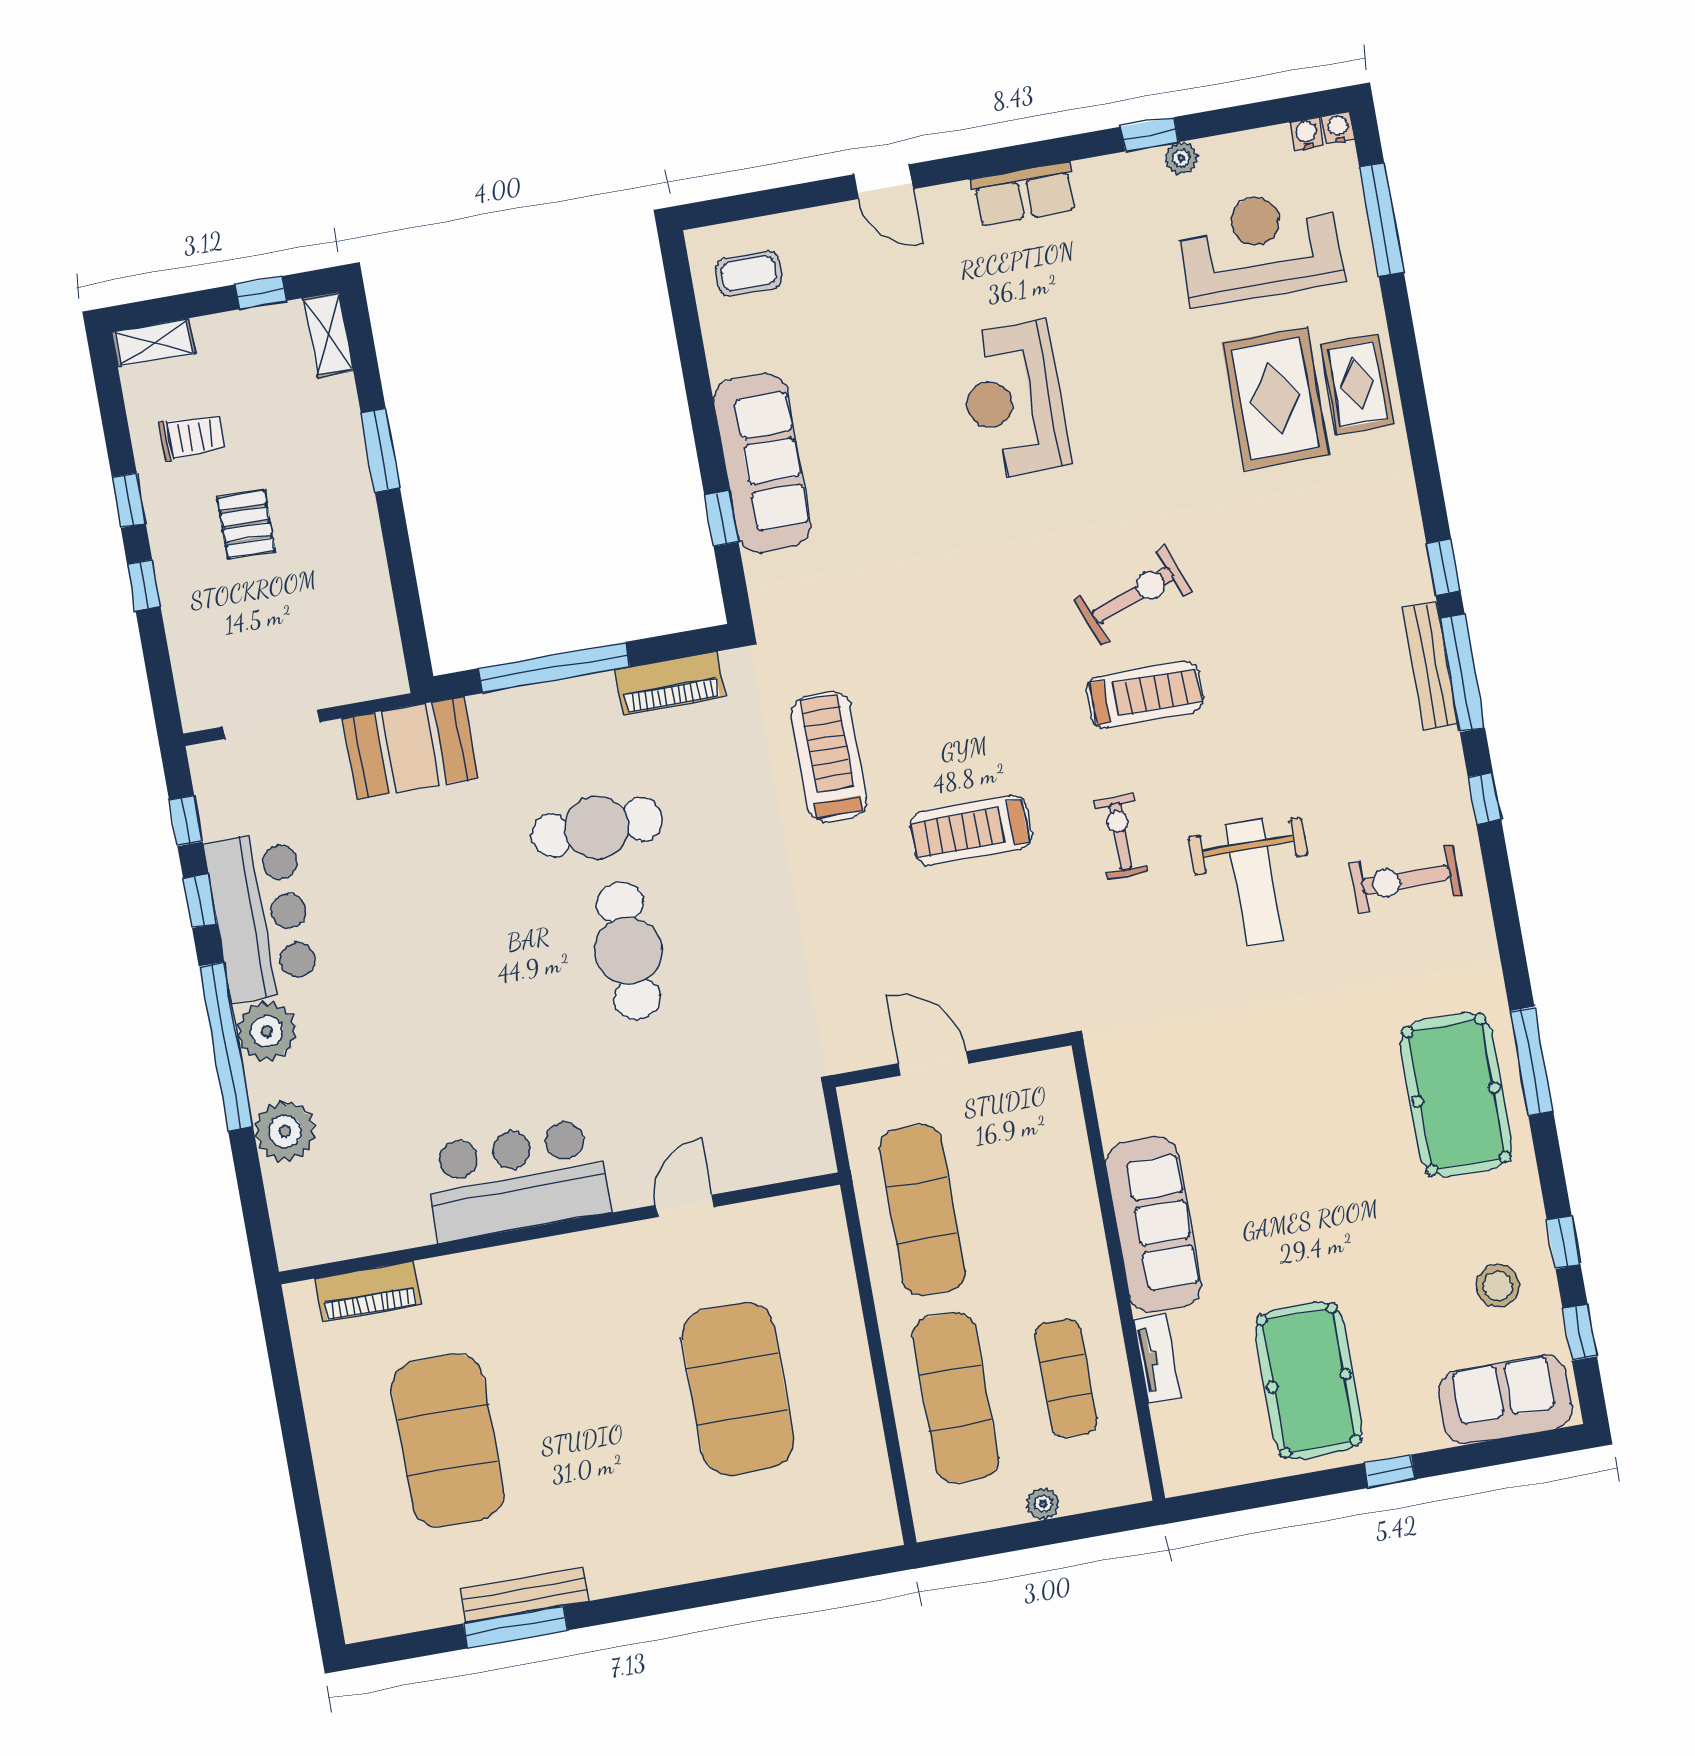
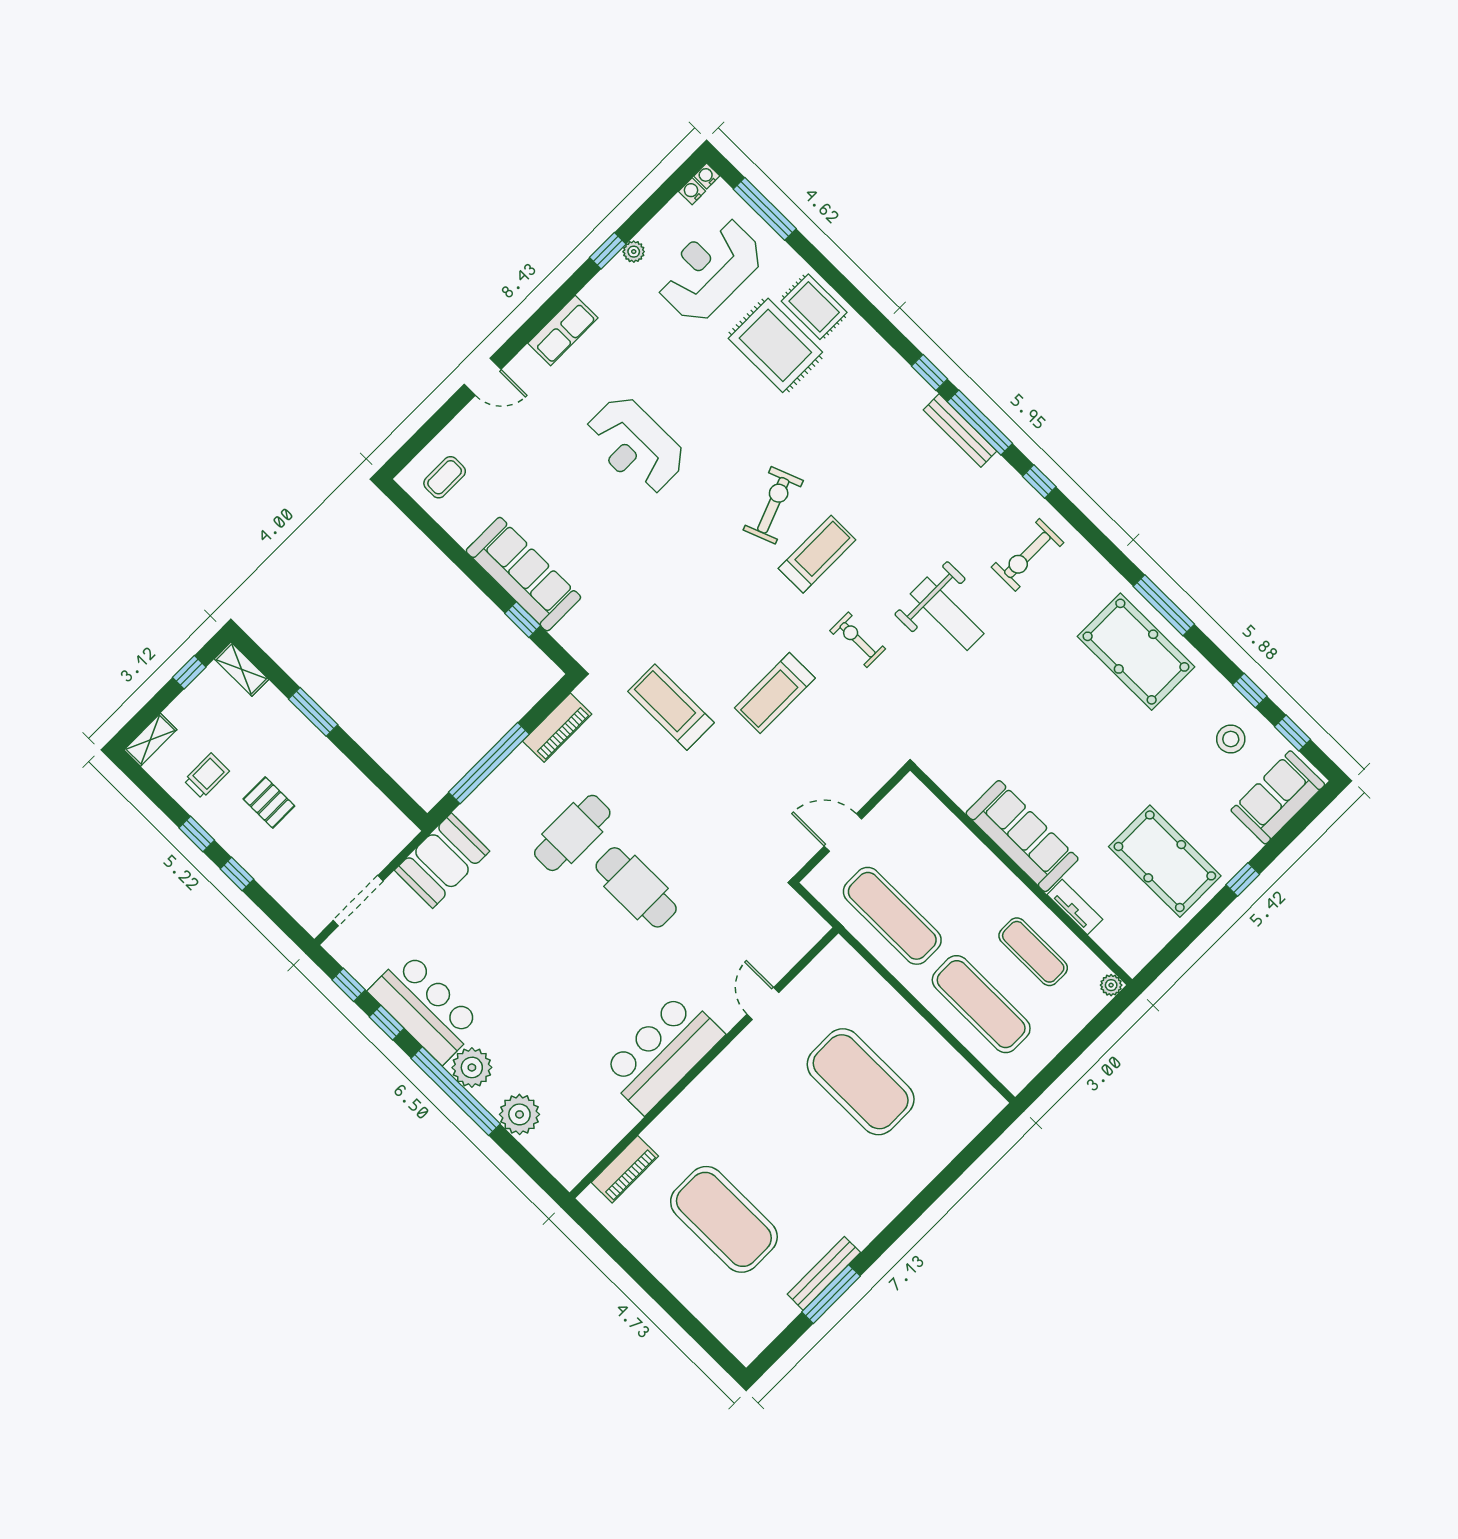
plant: (1043, 1504) -> (1111, 985), moved

